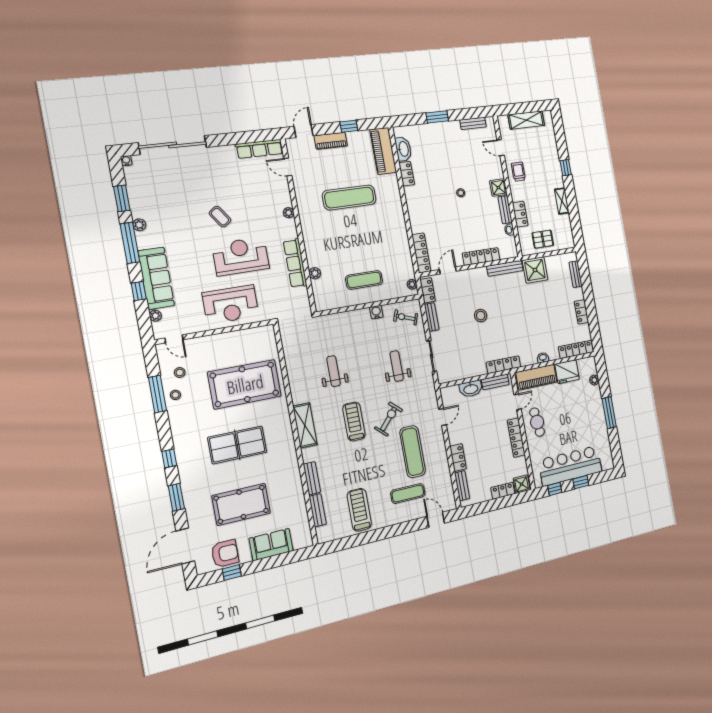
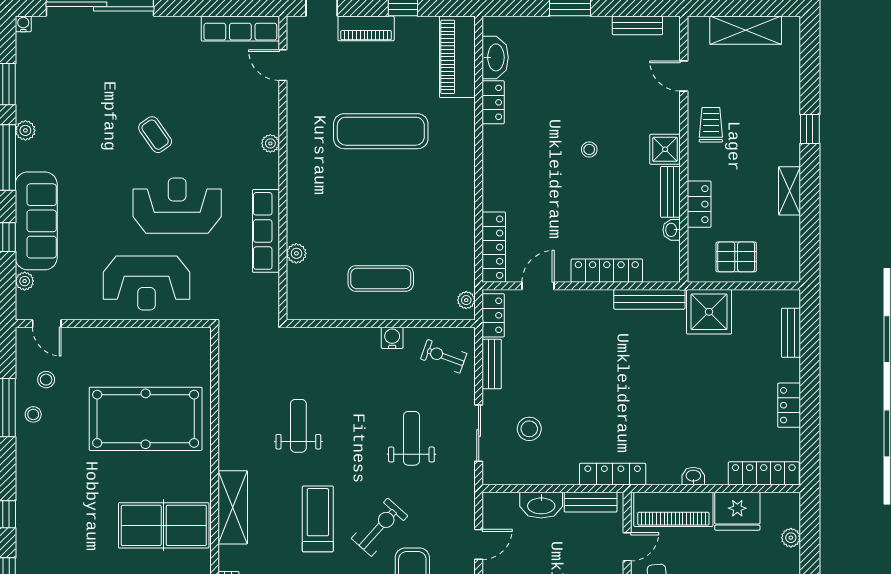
stool: (481, 316) -> (529, 429), moved
table tennis table: (237, 445) -> (164, 525), moved

